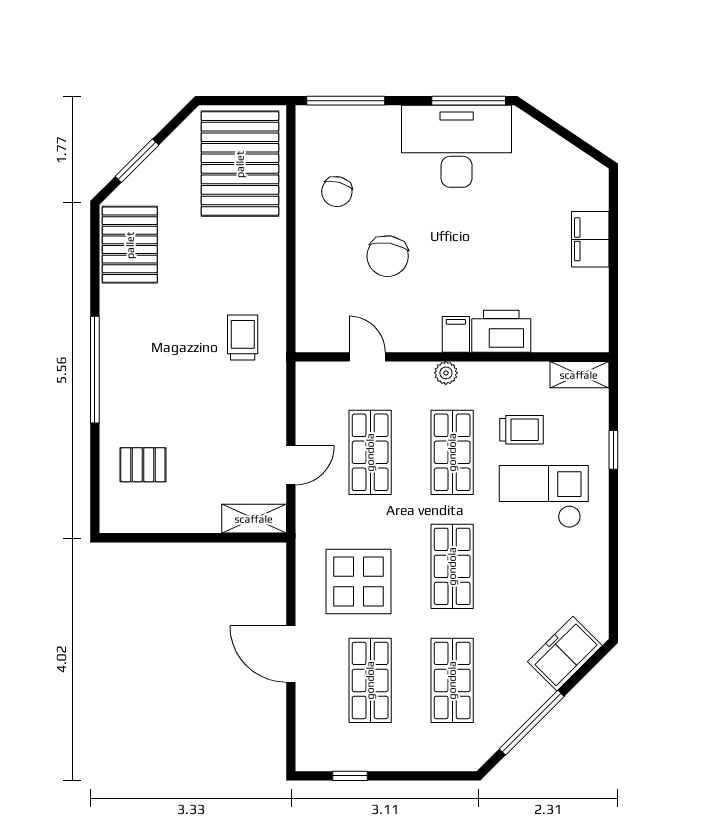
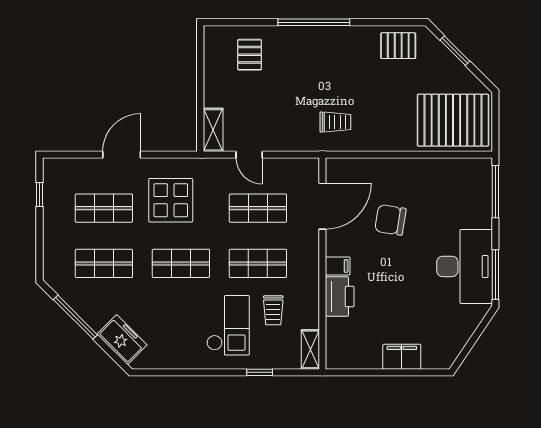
chair: (337, 192) -> (434, 186), removed
pallet: (130, 245) -> (398, 46), width x0.67, depth x0.71
door: (367, 357) -> (322, 206), width x1.88
plant: (446, 373) -> (312, 259), removed

